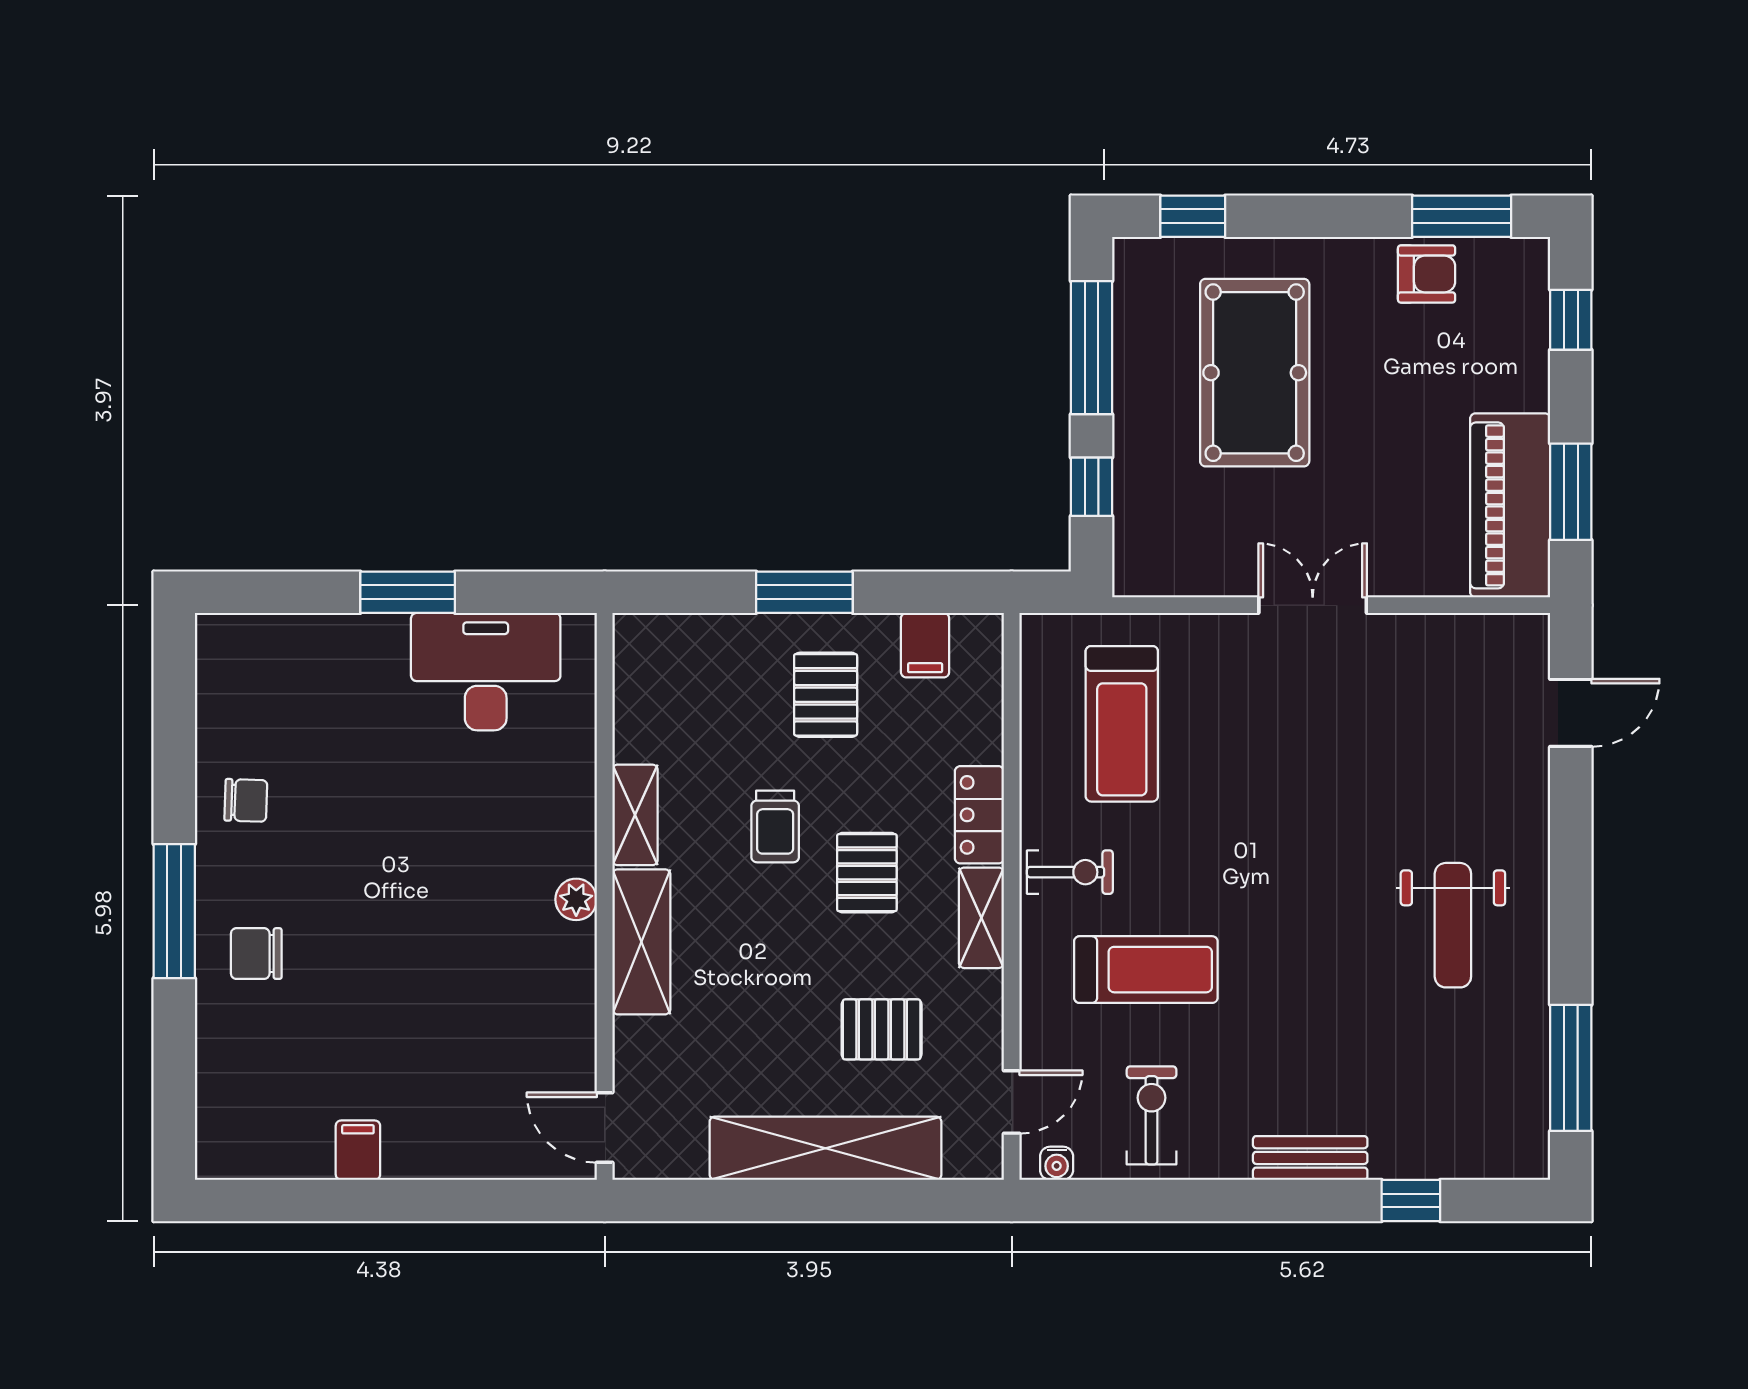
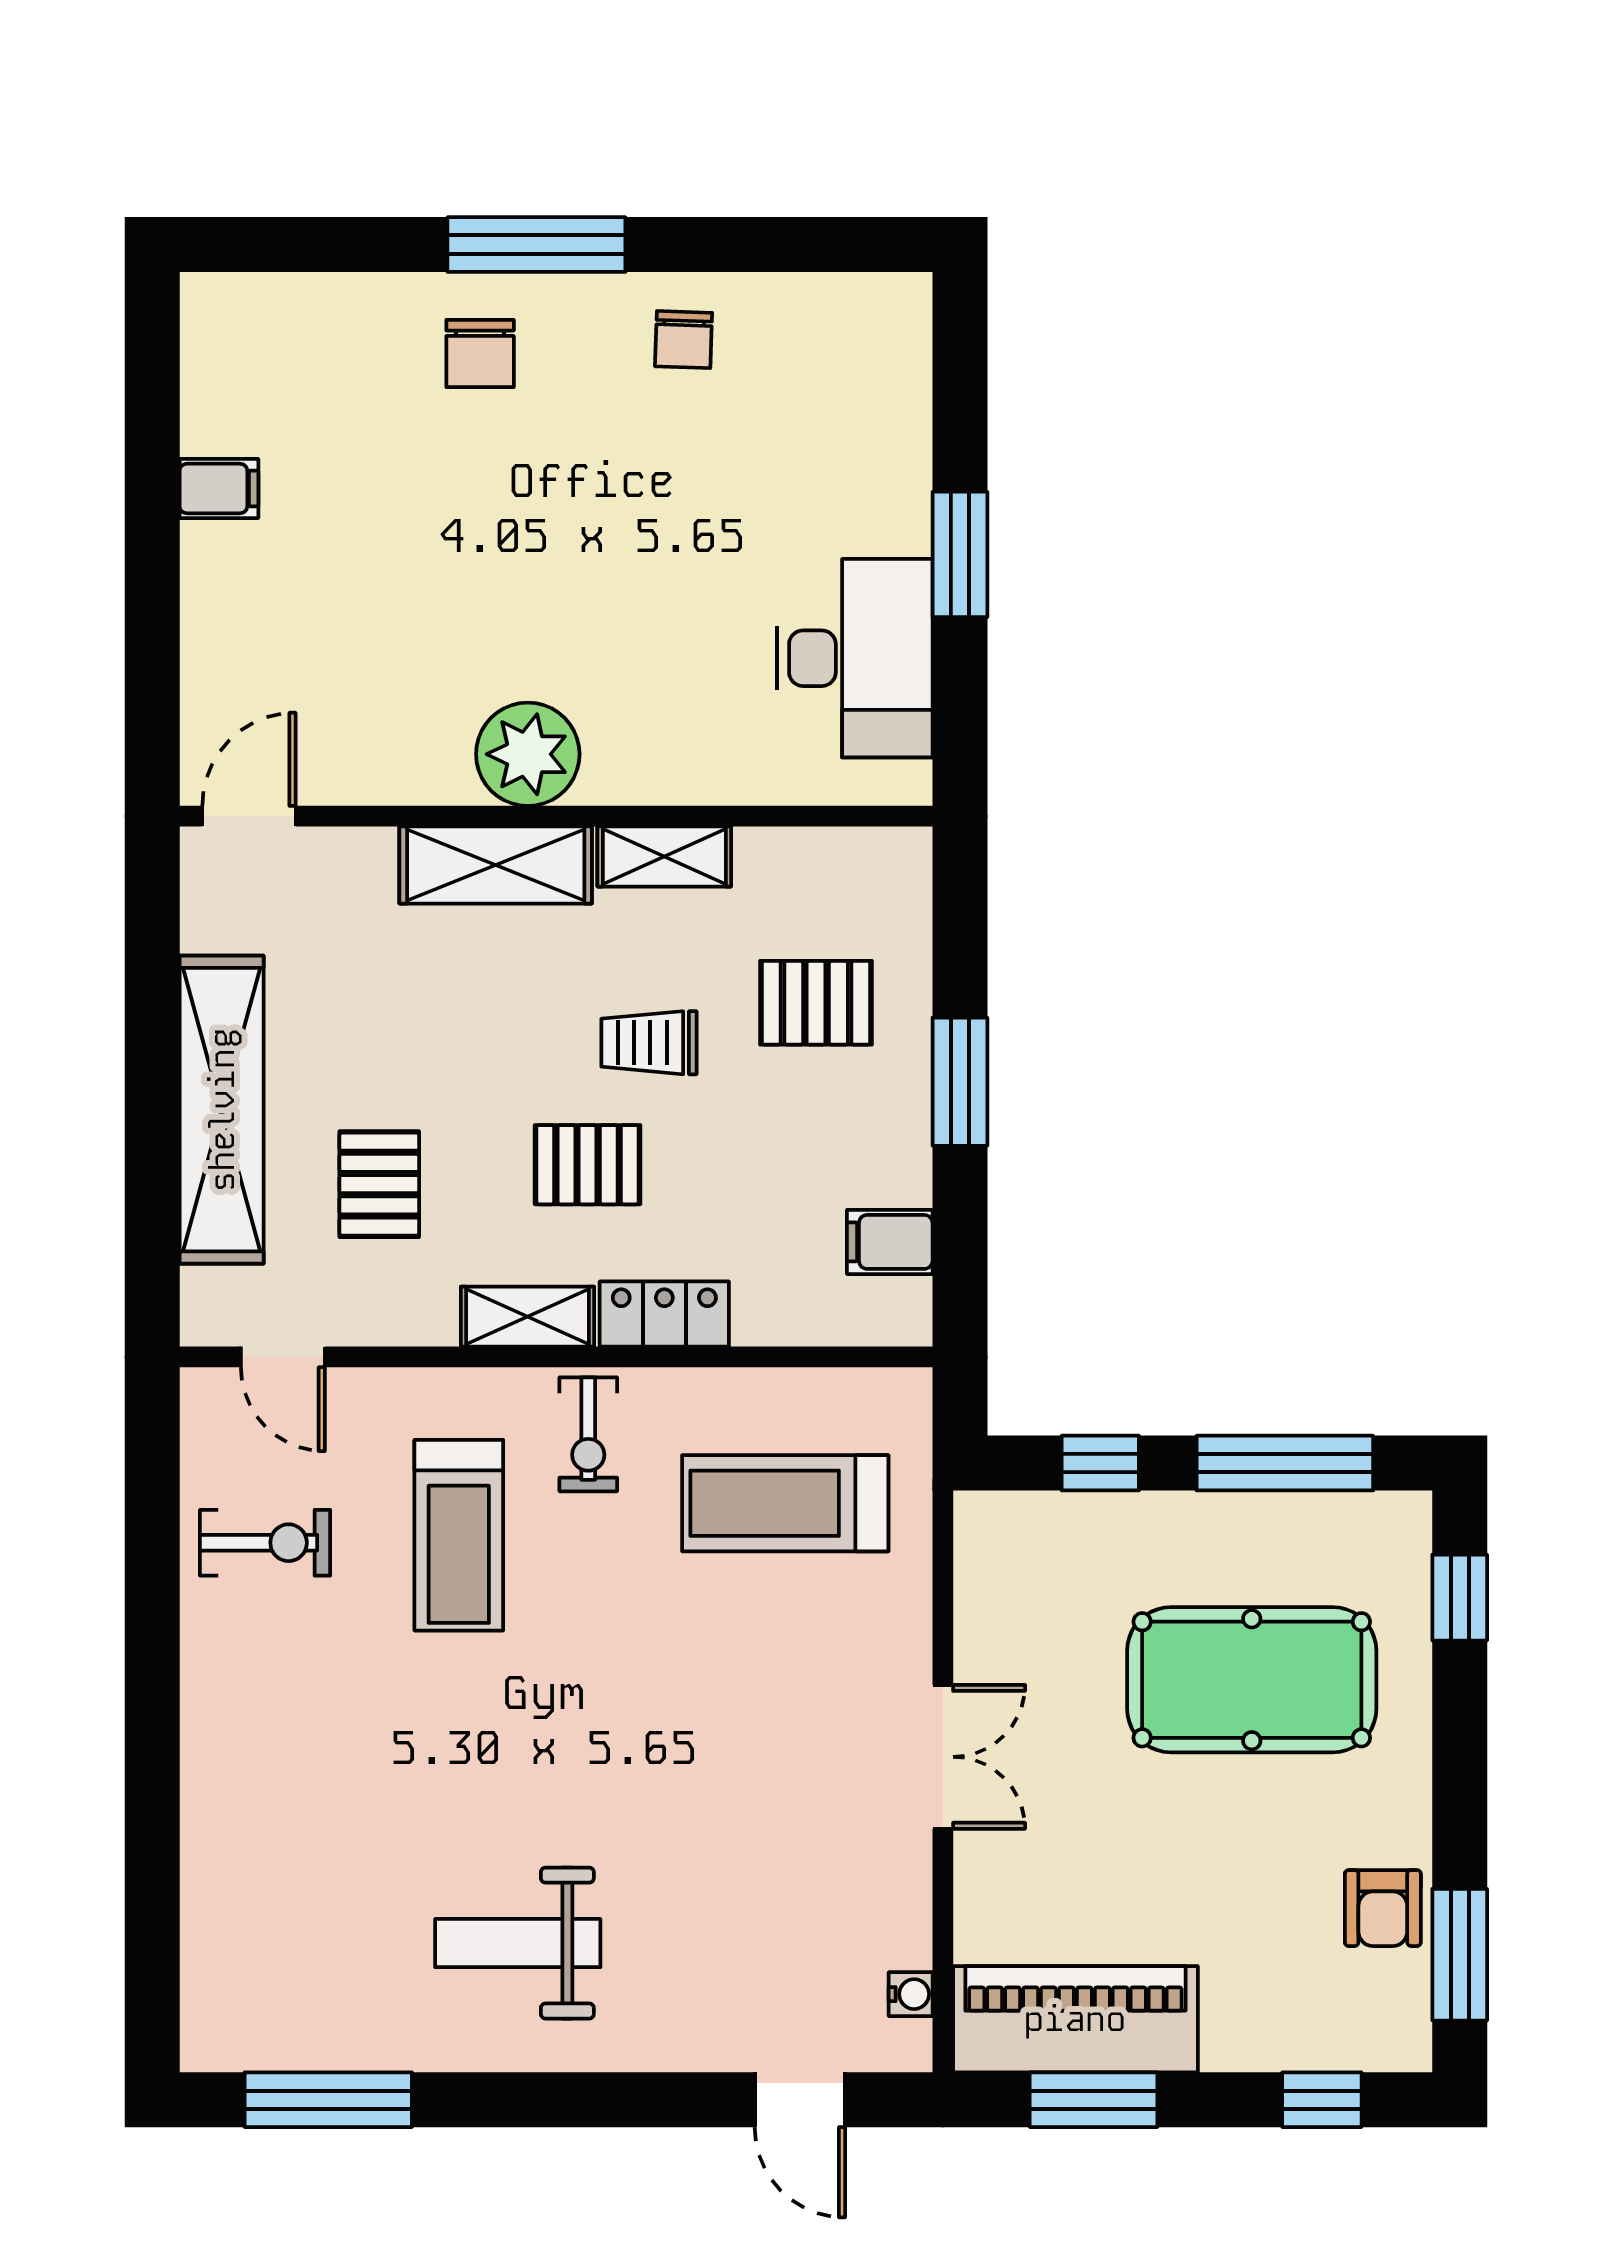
pallet: (826, 695) -> (816, 1003), moved
plant: (576, 899) -> (528, 754), width x1.87, depth x1.87
chair: (256, 954) -> (480, 354), turned 180
bench: (1310, 1158) -> (209, 1754), removed
water cooler: (1057, 1163) -> (911, 1994), moved, turned 180
window: (1411, 1200) -> (152, 1887), removed

